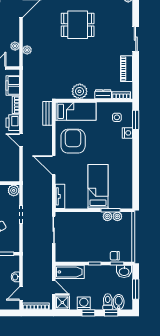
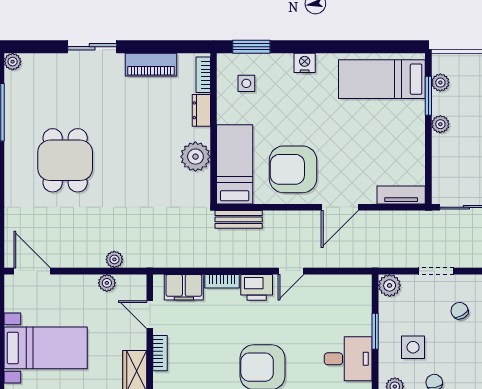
nightstand: (127, 133) -> (305, 63), moved
bed: (98, 187) -> (382, 79), moved
plant: (107, 216) -> (440, 124), moved

